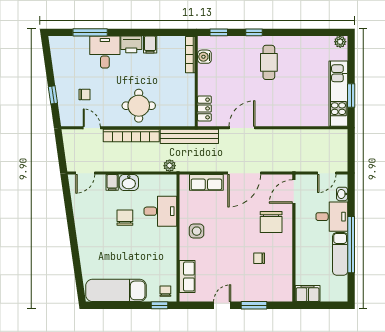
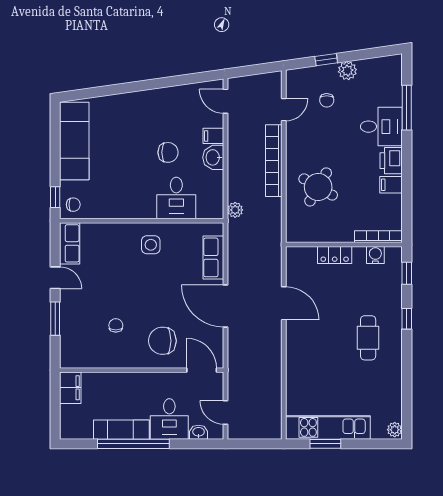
cafe table: (269, 62) -> (368, 338), turned 90
plant: (61, 78) -> (347, 71), added
round table: (139, 106) -> (318, 187), moved, turned 30
locker: (204, 108) -> (335, 255), moved
bench: (189, 136) -> (273, 235), removed
row of seats: (187, 277) -> (70, 243), moved, turned -90

